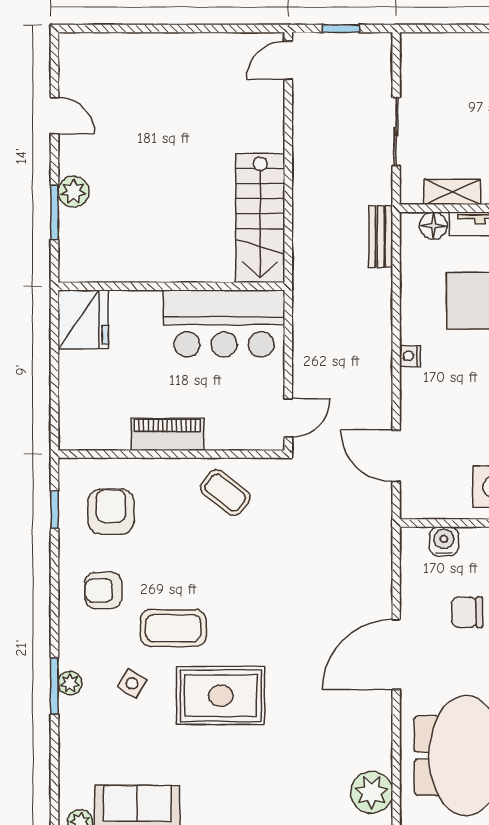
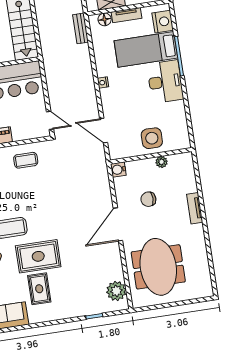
door: (288, 418) -> (50, 120), hinge flipped
coffee table: (225, 493) -> (26, 160), turned -38
water cooler: (444, 541) -> (118, 170), moved, turned -90
rug: (213, 763) -> (39, 289), added

